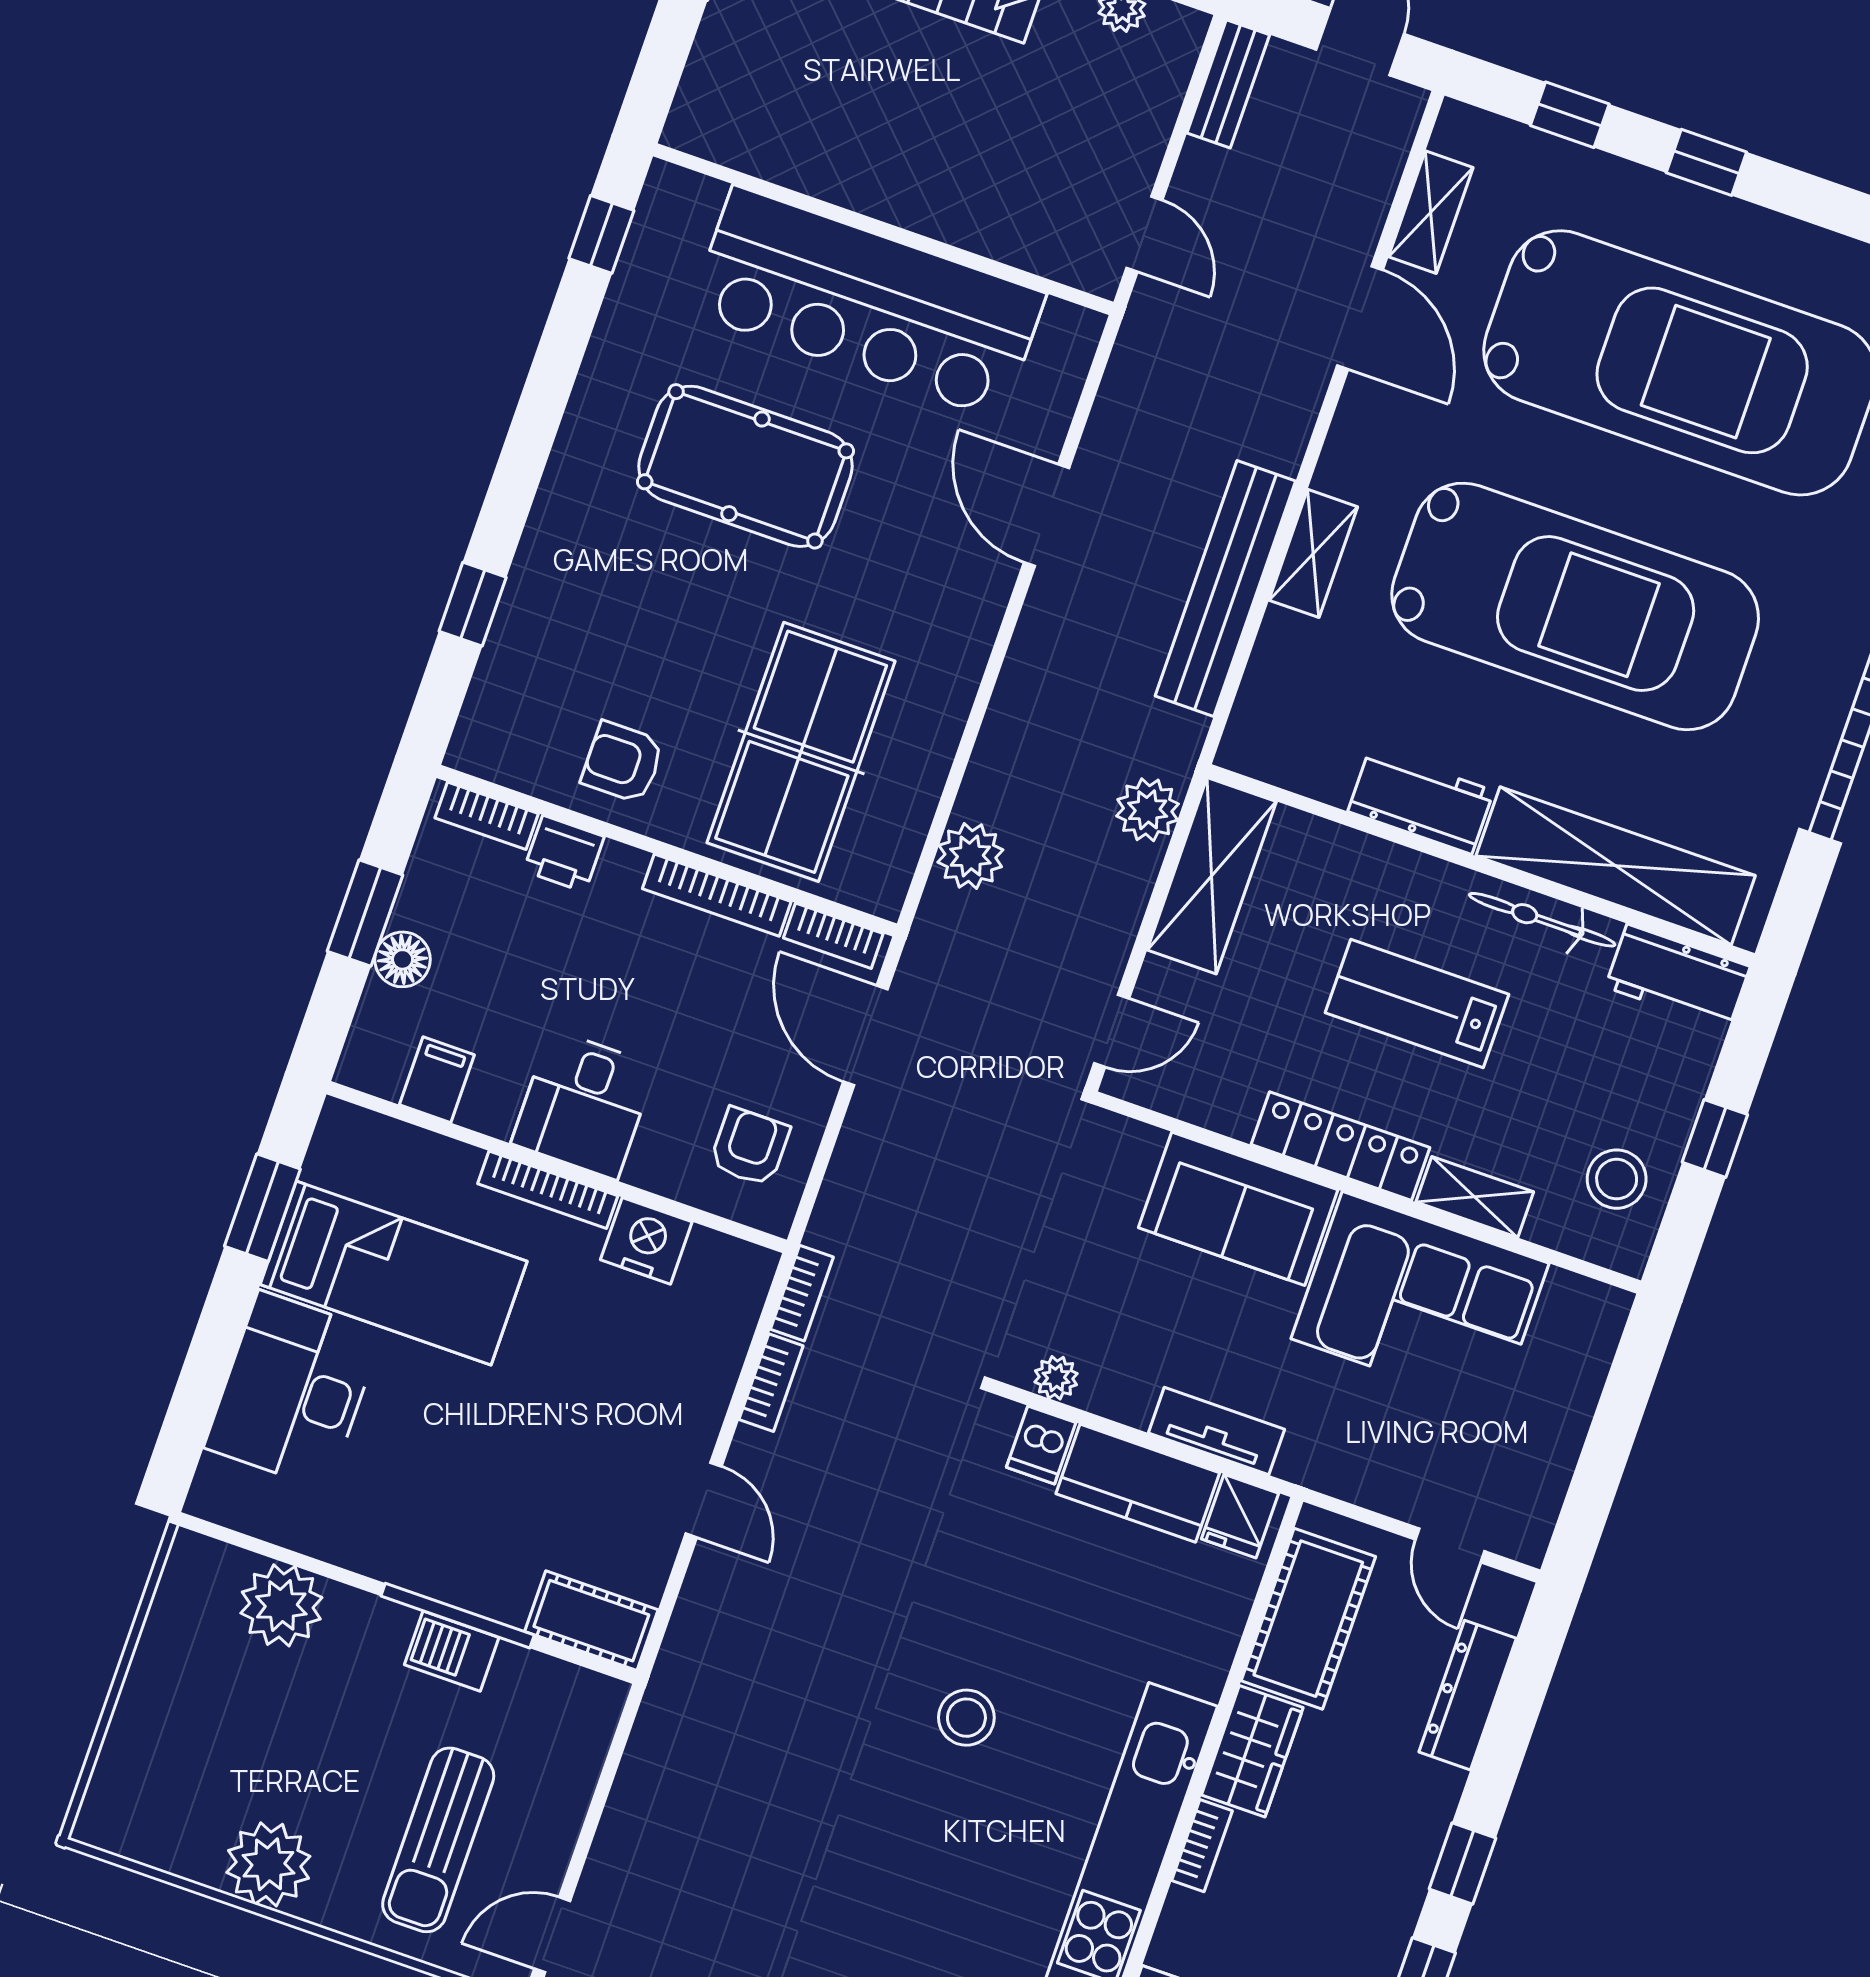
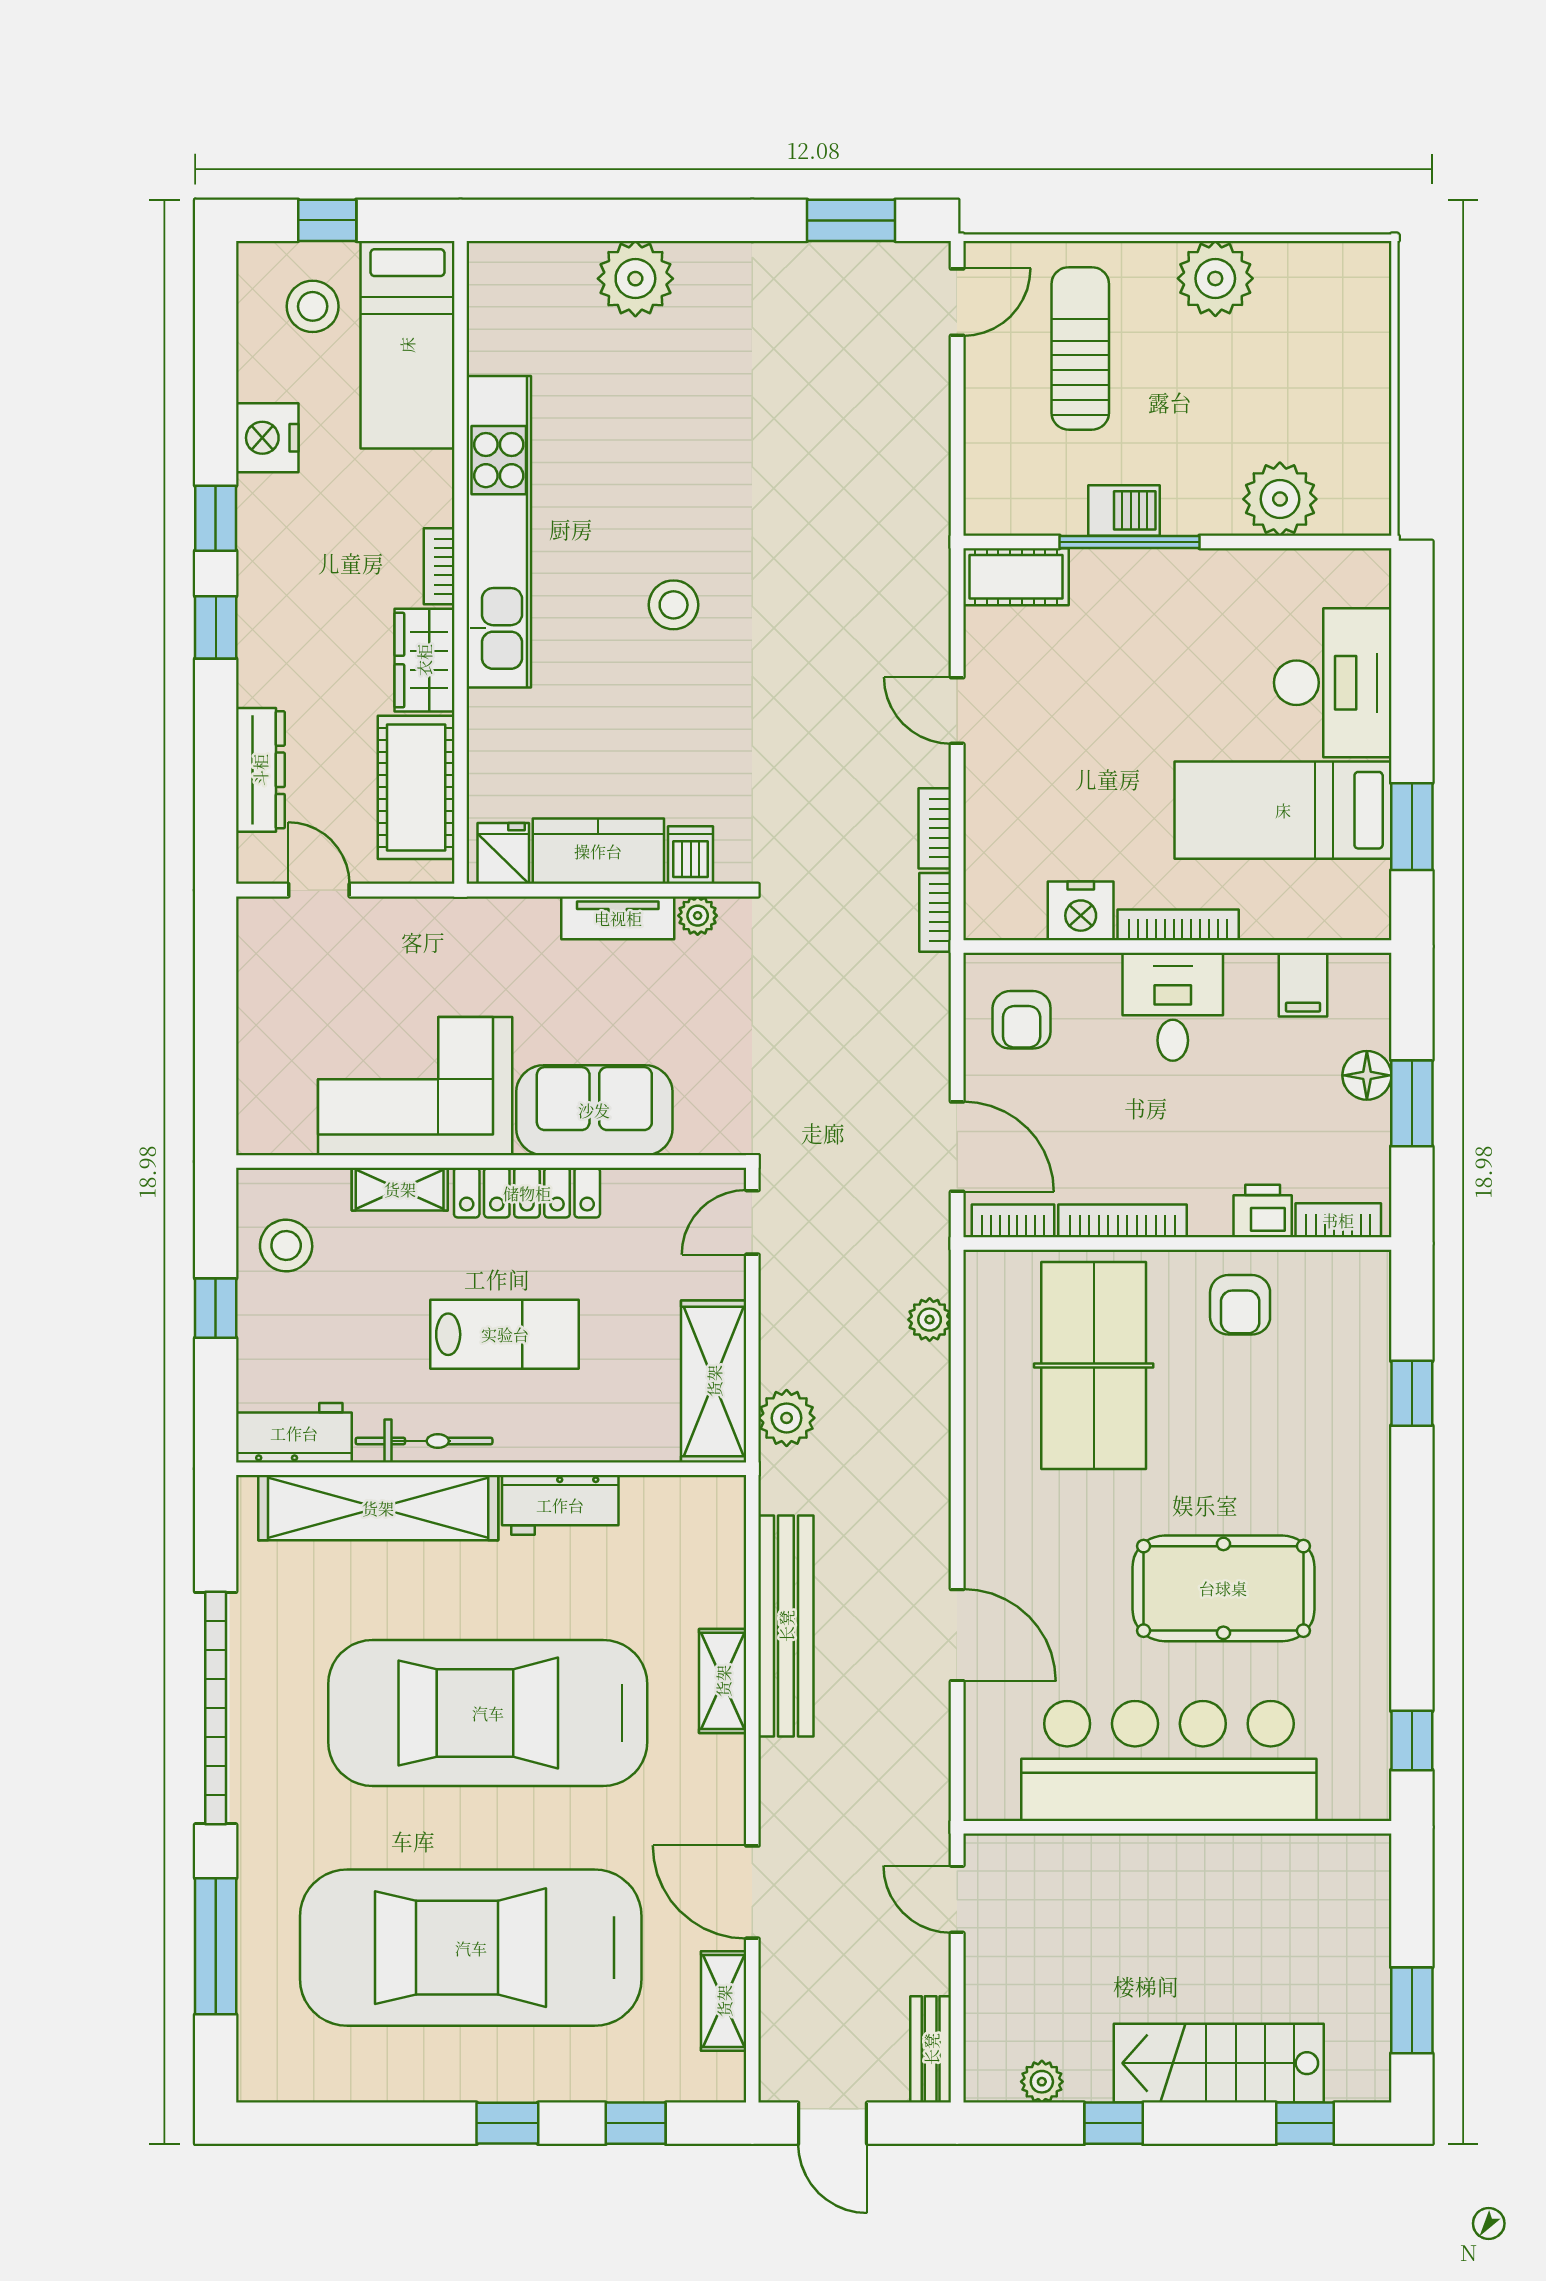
armchair: (623, 762) -> (1240, 1305), turned 90
plant: (970, 856) -> (930, 1320), width x0.73, depth x0.73
tv unit: (1217, 1431) -> (618, 918), moved

